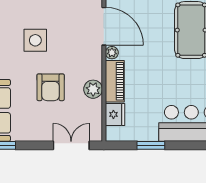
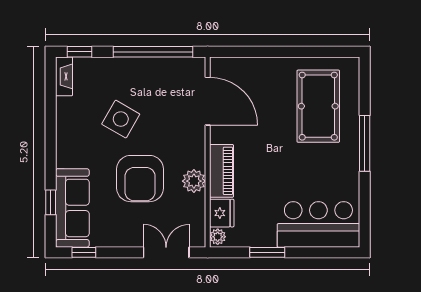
side table: (35, 40) -> (121, 119), turned 30
plant: (112, 53) -> (218, 237), moved
armchair: (51, 87) -> (140, 179), width x1.36, depth x1.36

